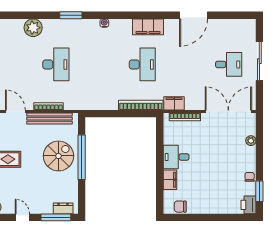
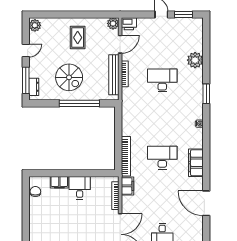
desk: (56, 64) -> (162, 80), turned 180
desk: (142, 64) -> (162, 158), turned 180
spiral stairs: (58, 156) -> (69, 77), moved

